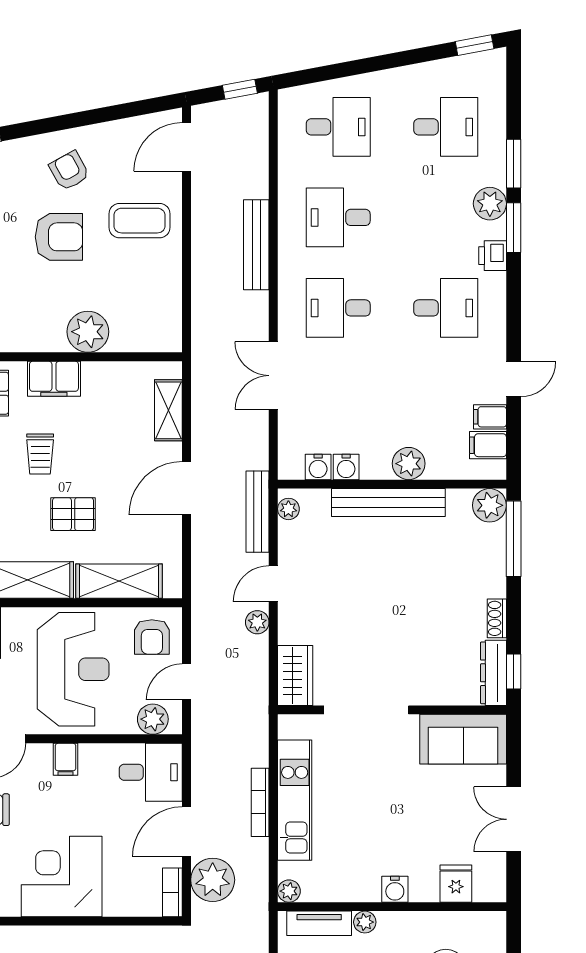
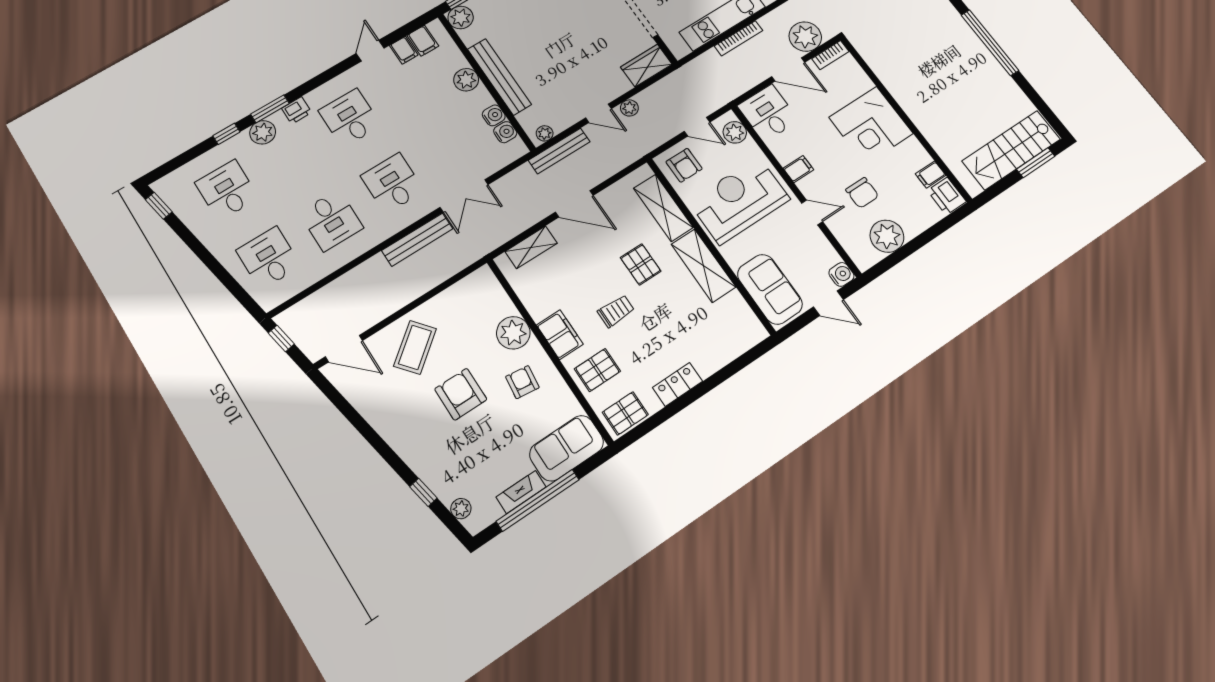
window: (514, 164) -> (226, 134), width x0.67
armchair: (69, 171) -> (522, 382), moved, turned 126
coffee table: (139, 221) -> (415, 347), turned 51
bench: (256, 245) -> (417, 240), moved
desk: (338, 308) -> (392, 183), turned 180
door: (514, 379) -> (370, 51), hinge flipped
armchair: (152, 637) -> (684, 165), turned 90

